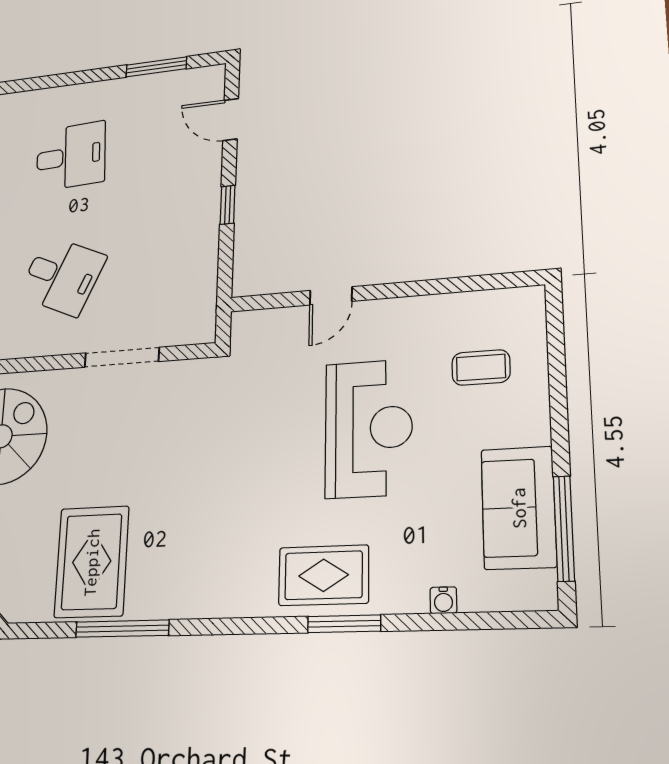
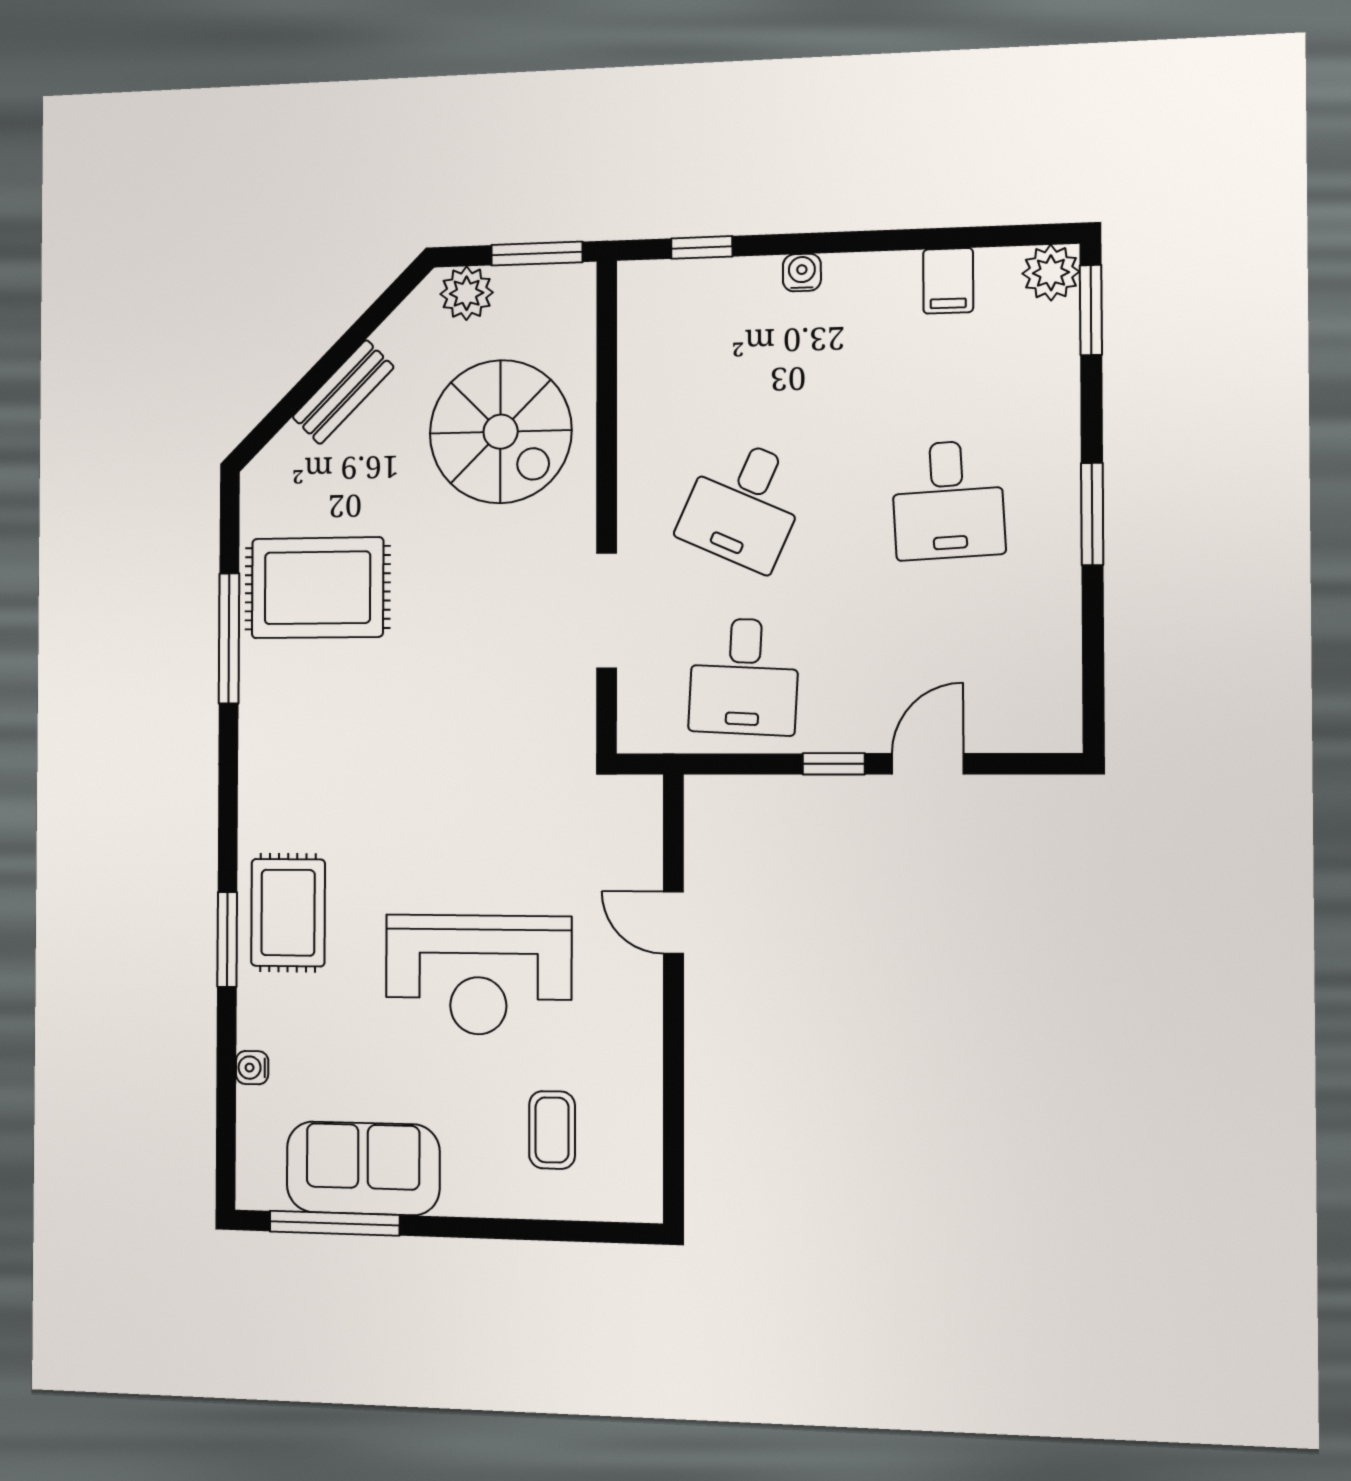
window: (156, 67) -> (1092, 514), moved
door: (231, 120) -> (928, 764), moved
desk: (169, 265) -> (744, 676), added

